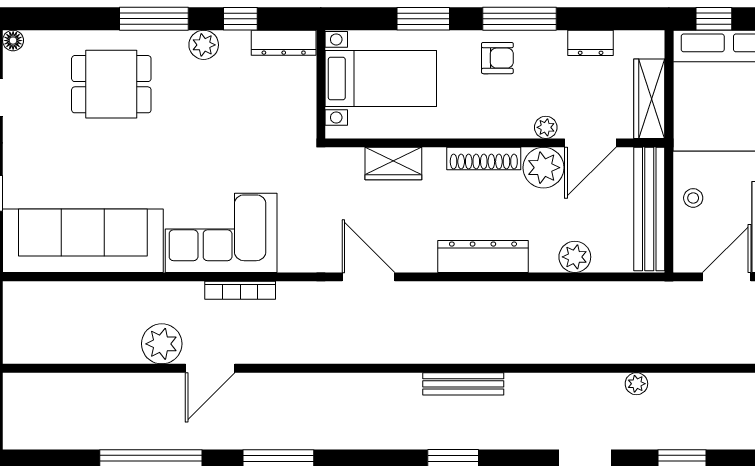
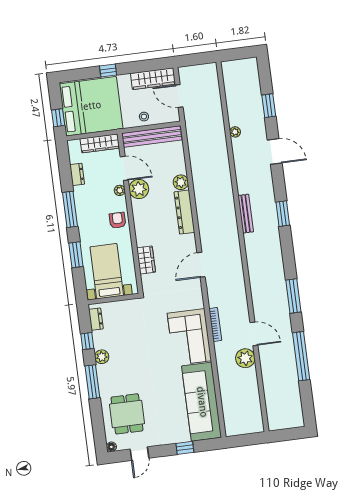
dresser: (284, 43) -> (96, 319), width x0.70
armchair: (497, 58) -> (118, 220), moved
dining table: (111, 84) -> (127, 414), moved
shoe rack: (484, 159) -> (138, 218), removed
plant: (575, 257) -> (181, 182), moved

